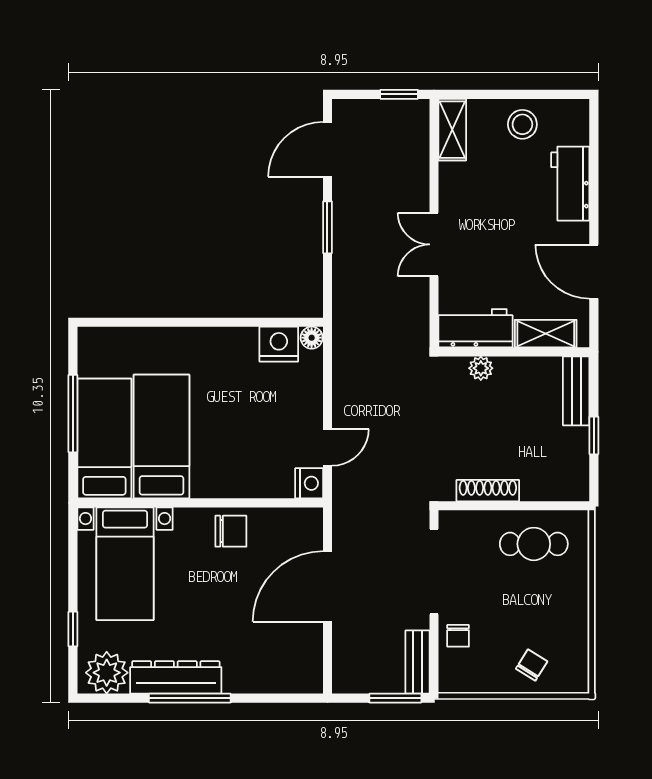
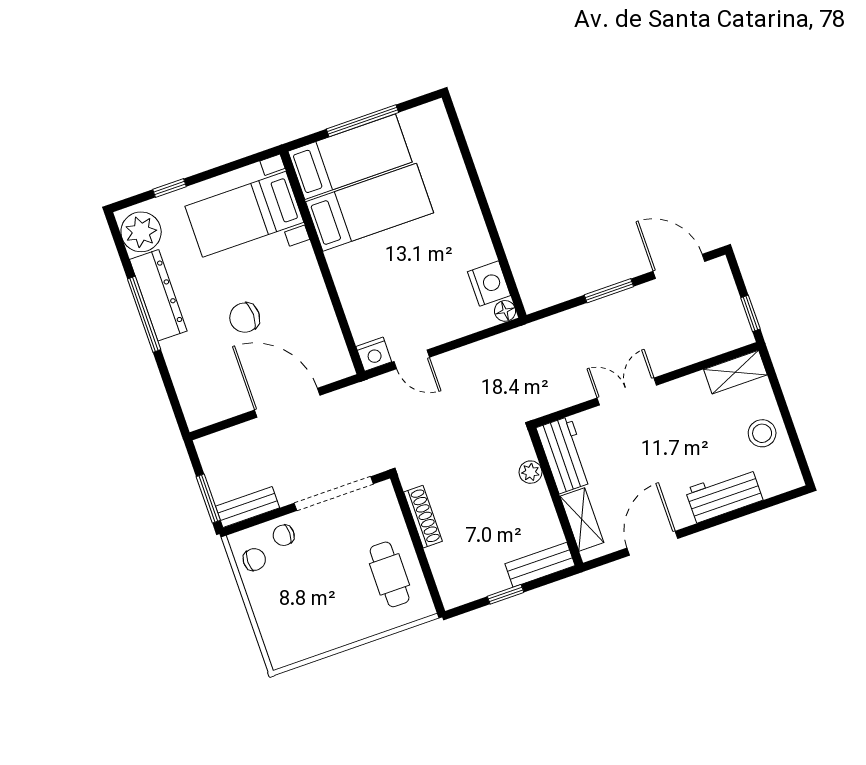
chair: (231, 531) -> (245, 318), moved, turned 90
chair: (532, 665) -> (254, 560), moved, turned -32

